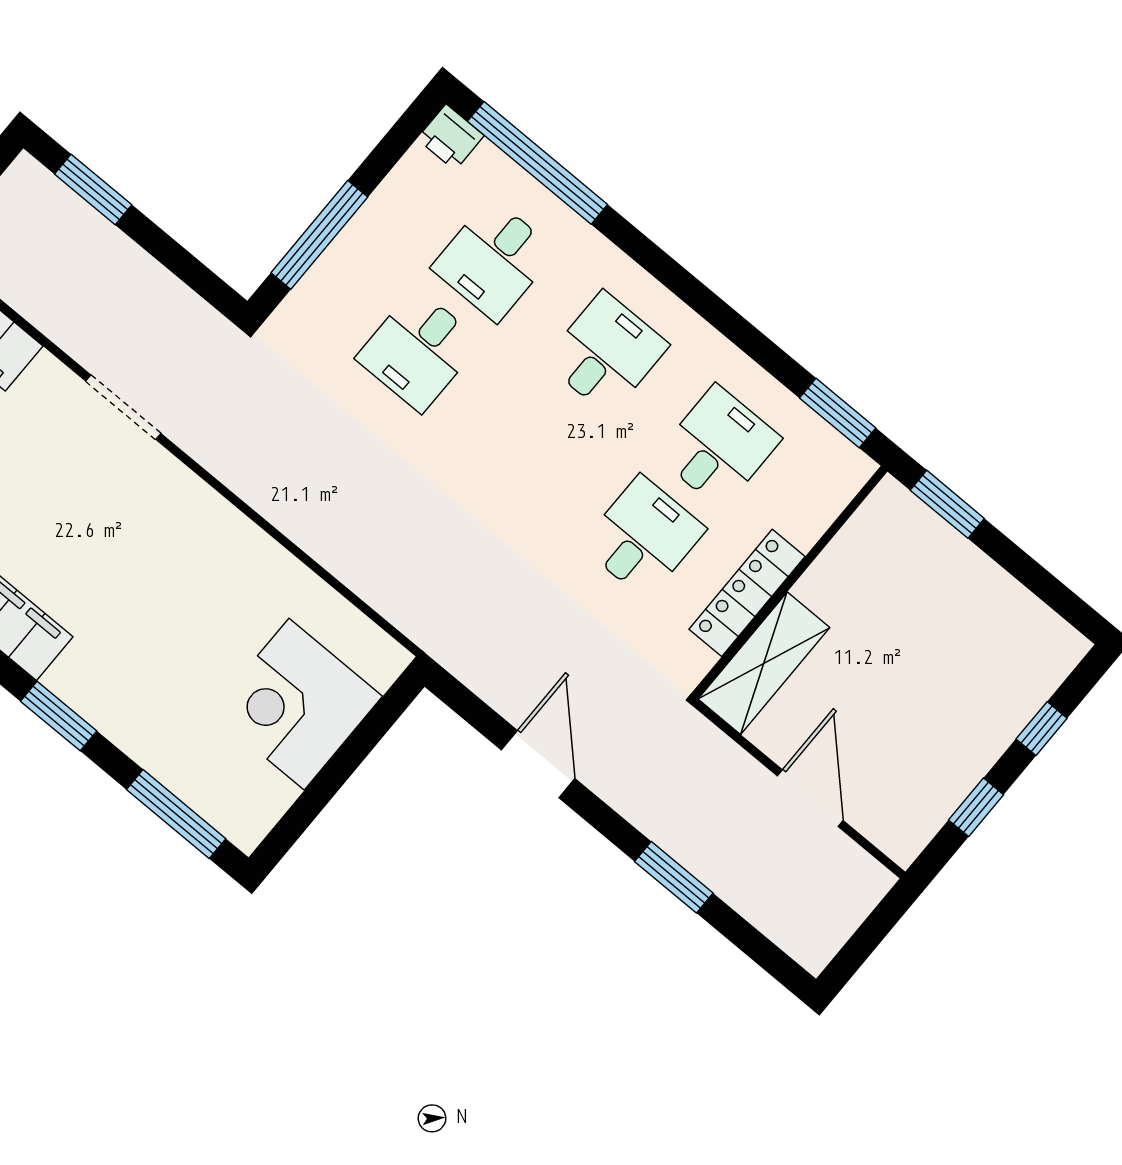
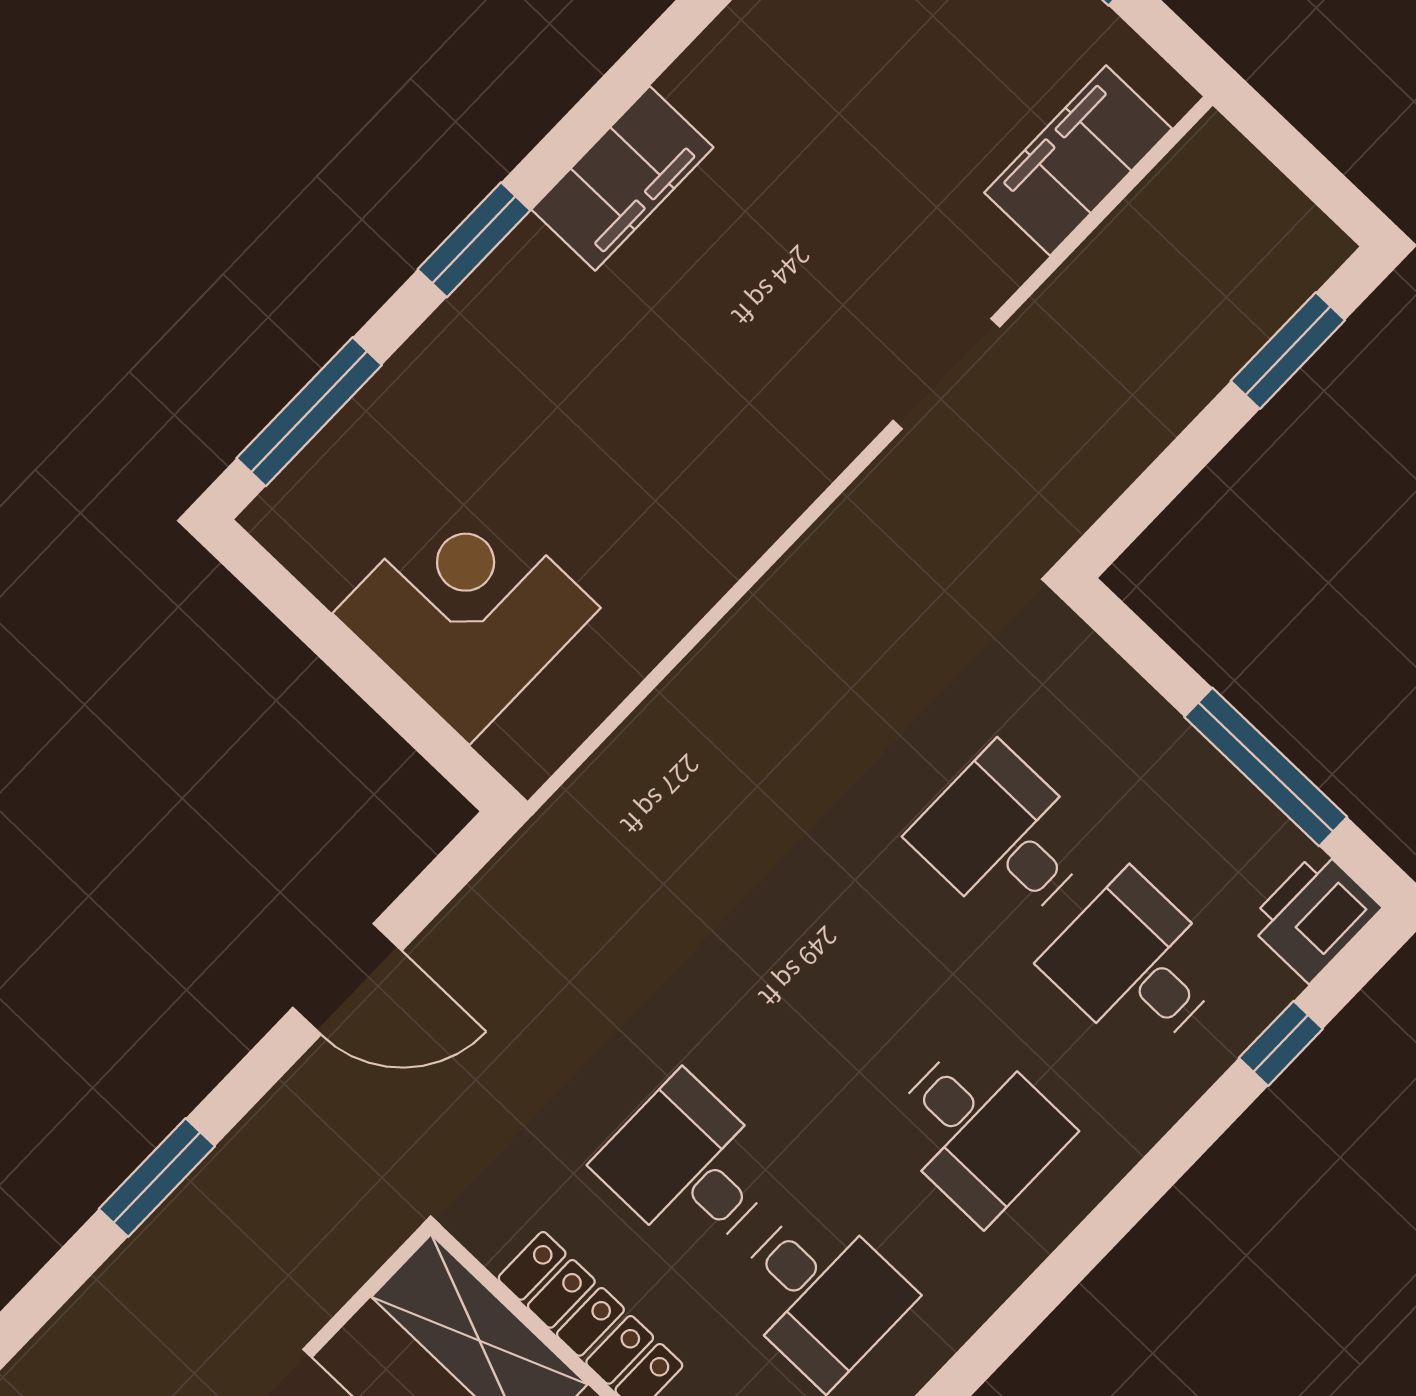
printer: (451, 137) -> (1314, 915), width x1.36, depth x1.24
window: (538, 163) -> (1281, 1043), width x0.32
window: (319, 235) -> (1266, 767), moved
desk: (643, 537) -> (688, 1167), turned 180

